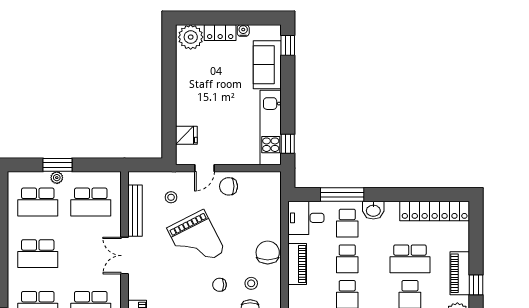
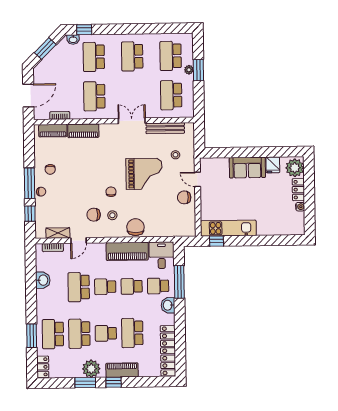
window: (288, 45) -> (290, 240), removed
sofa: (267, 65) -> (247, 168), moved, turned 180
fridge: (186, 135) -> (273, 165), moved
chair: (229, 186) -> (184, 197), turned -90
grand piano: (196, 240) -> (144, 174), turned -153
chair: (268, 252) -> (135, 227), turned -90
piano: (297, 264) -> (127, 251), width x1.37, depth x1.33

